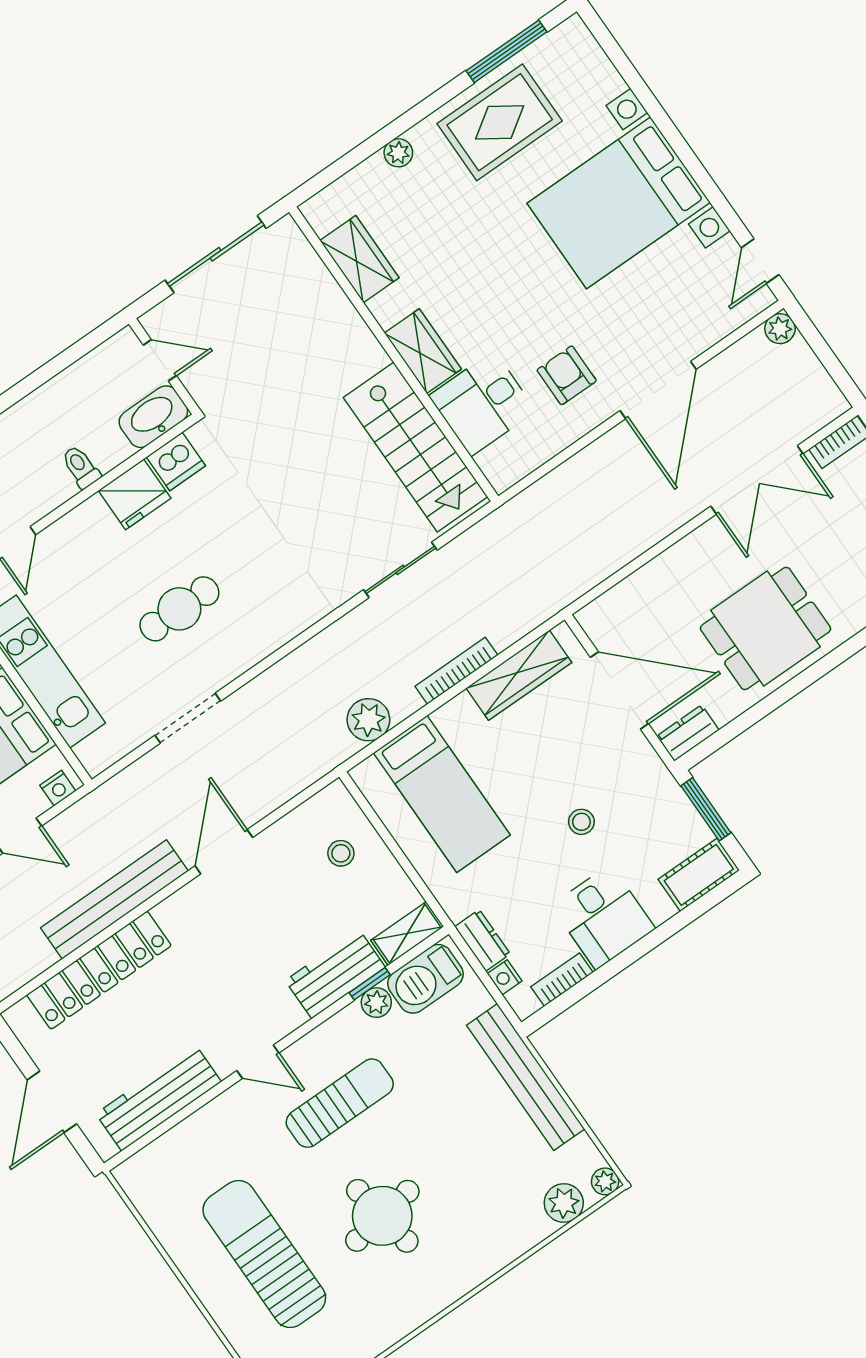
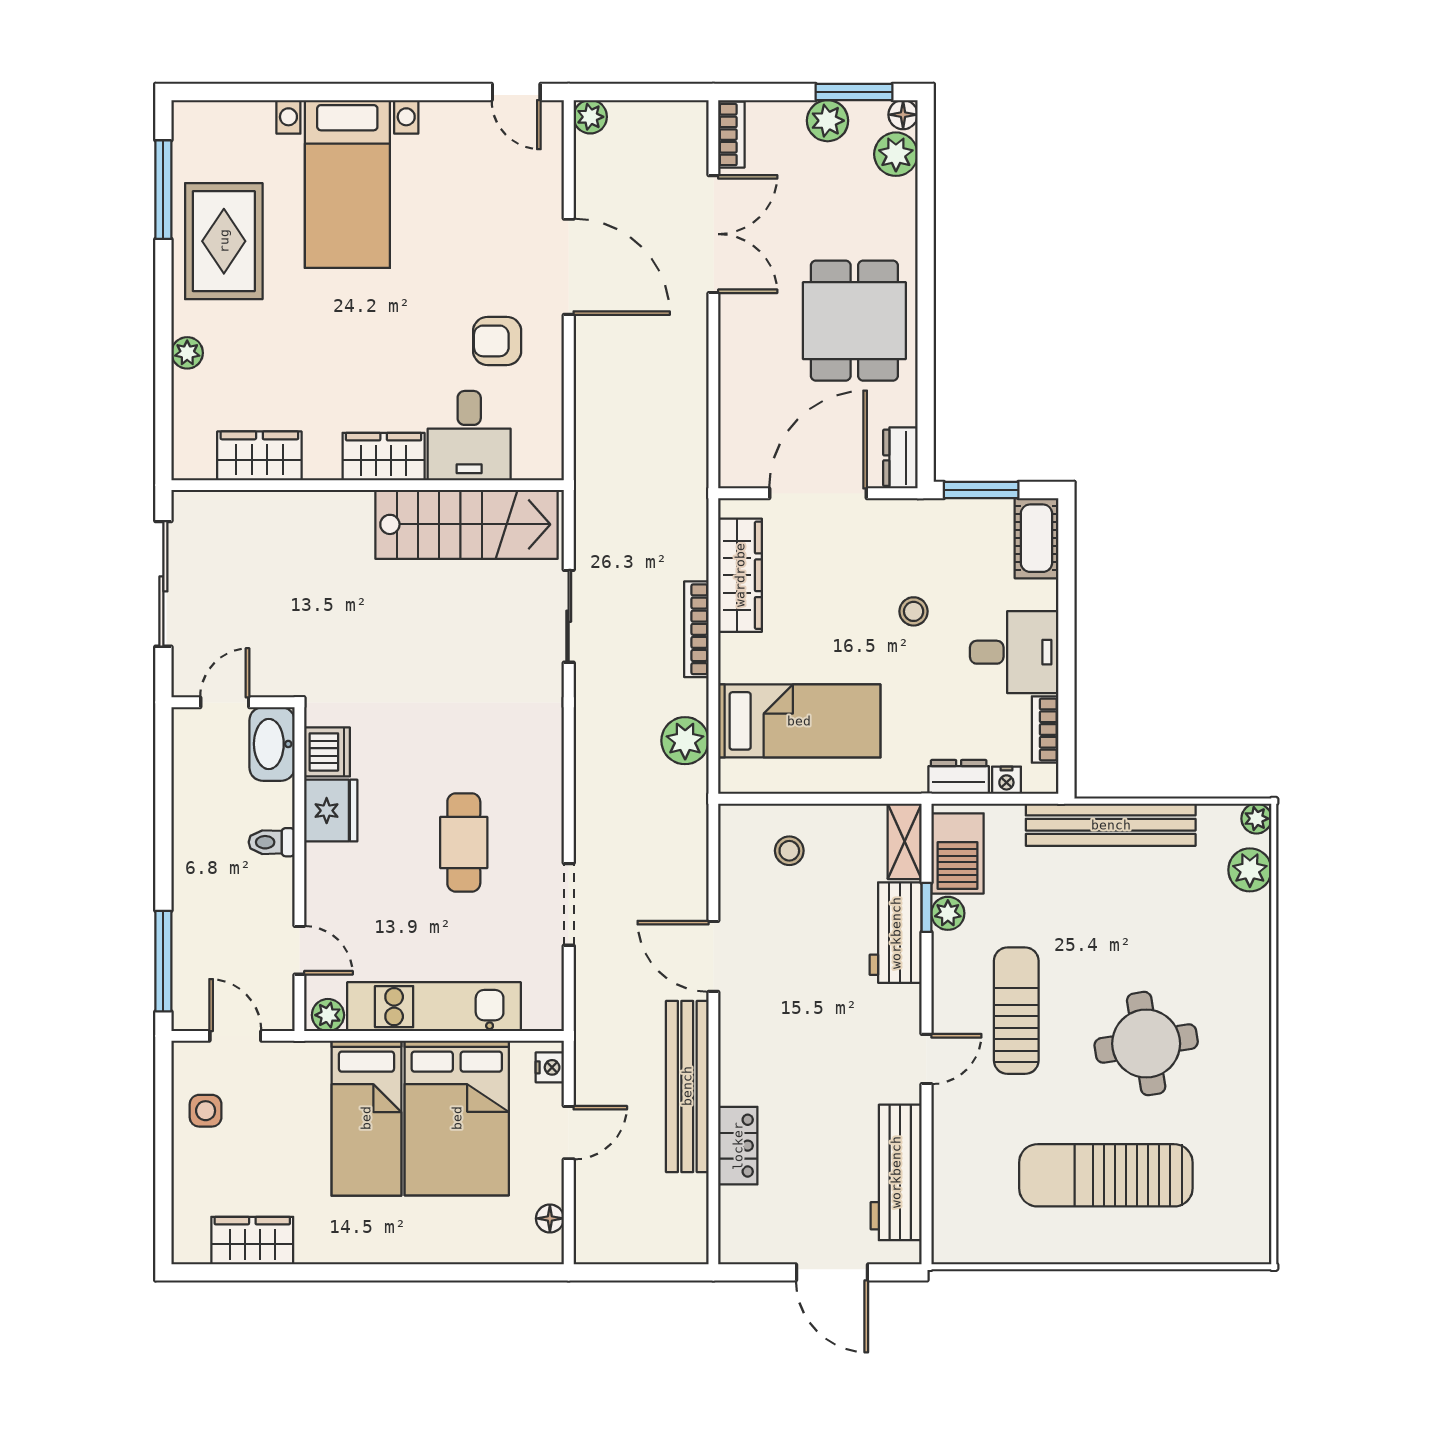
bed with nightstands: (619, 203) -> (347, 184), width x0.73
locker: (99, 970) -> (738, 1146), width x0.46, depth x0.83

